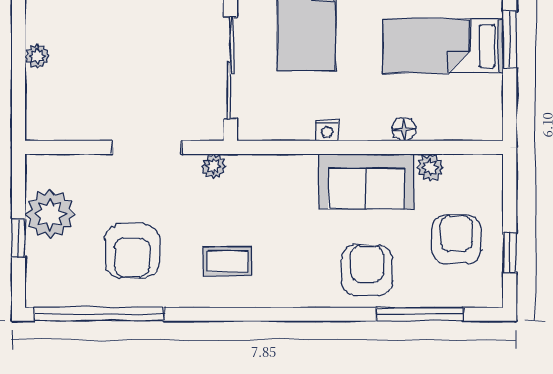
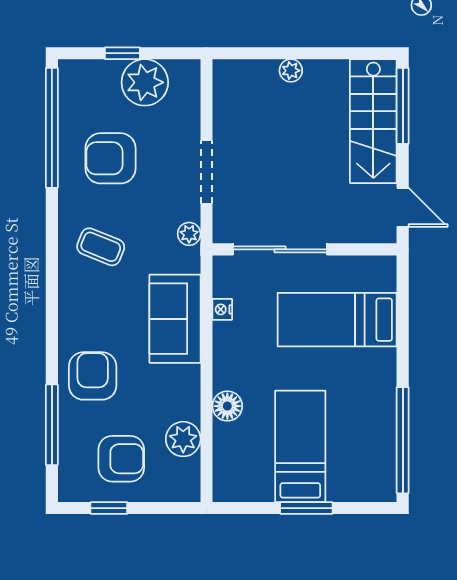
floor lamp: (404, 129) -> (227, 406), width x1.37, depth x1.37
nightstand: (327, 130) -> (222, 309), moved
plant: (430, 167) -> (183, 439), width x1.38, depth x1.38
sofa: (366, 181) -> (175, 319), moved
coffee table: (228, 262) -> (101, 247), turned -68
armchair: (367, 270) -> (93, 376), turned -90

